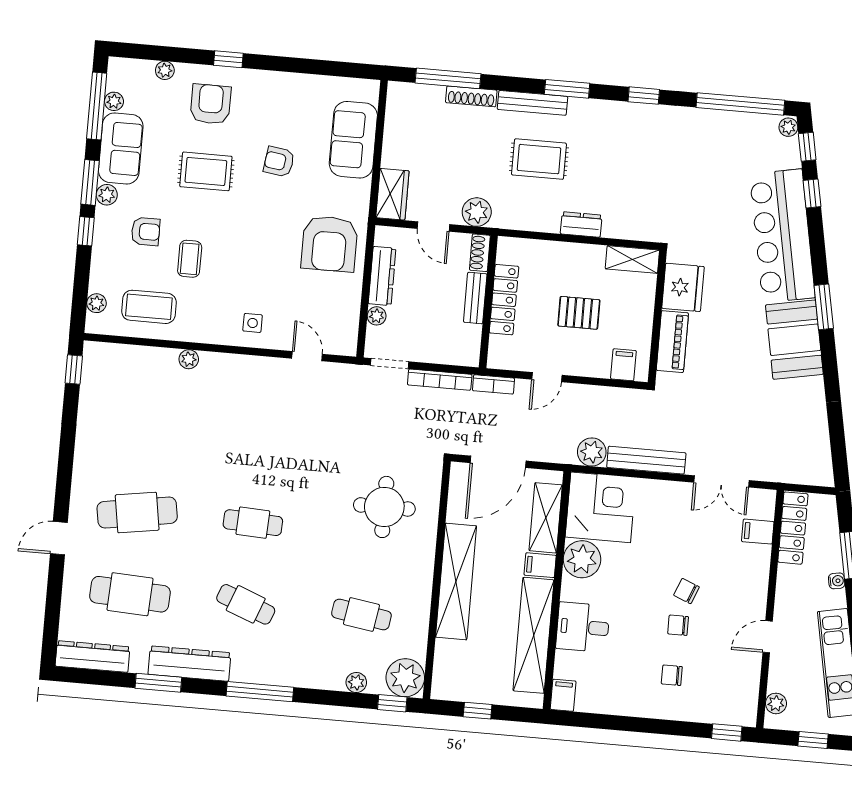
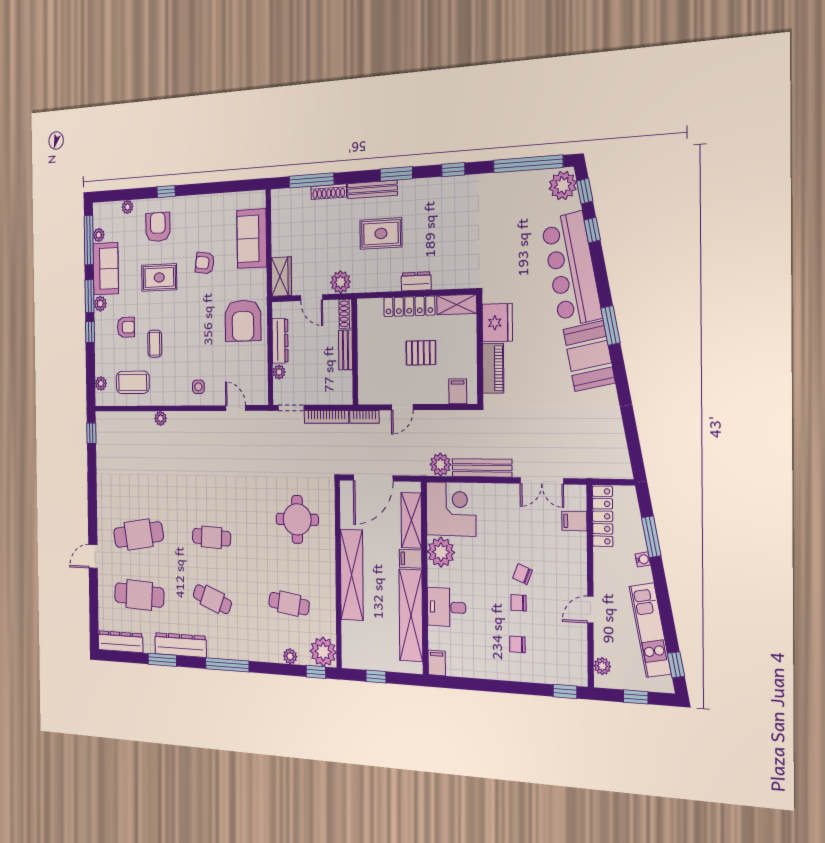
plant: (788, 127) -> (563, 185), width x1.88, depth x1.88
locker: (504, 300) -> (409, 306), moved, turned 90

